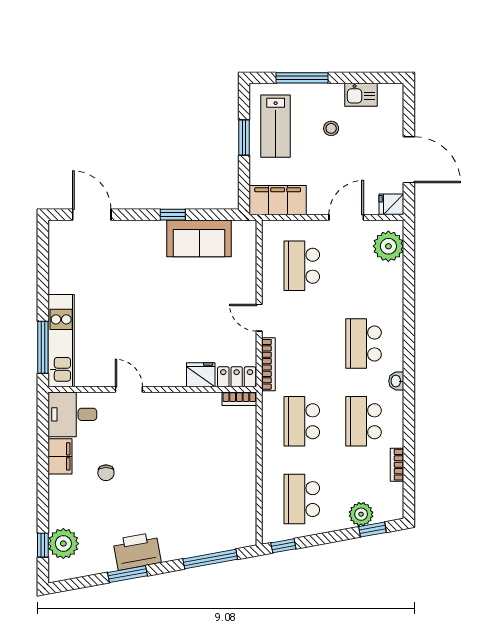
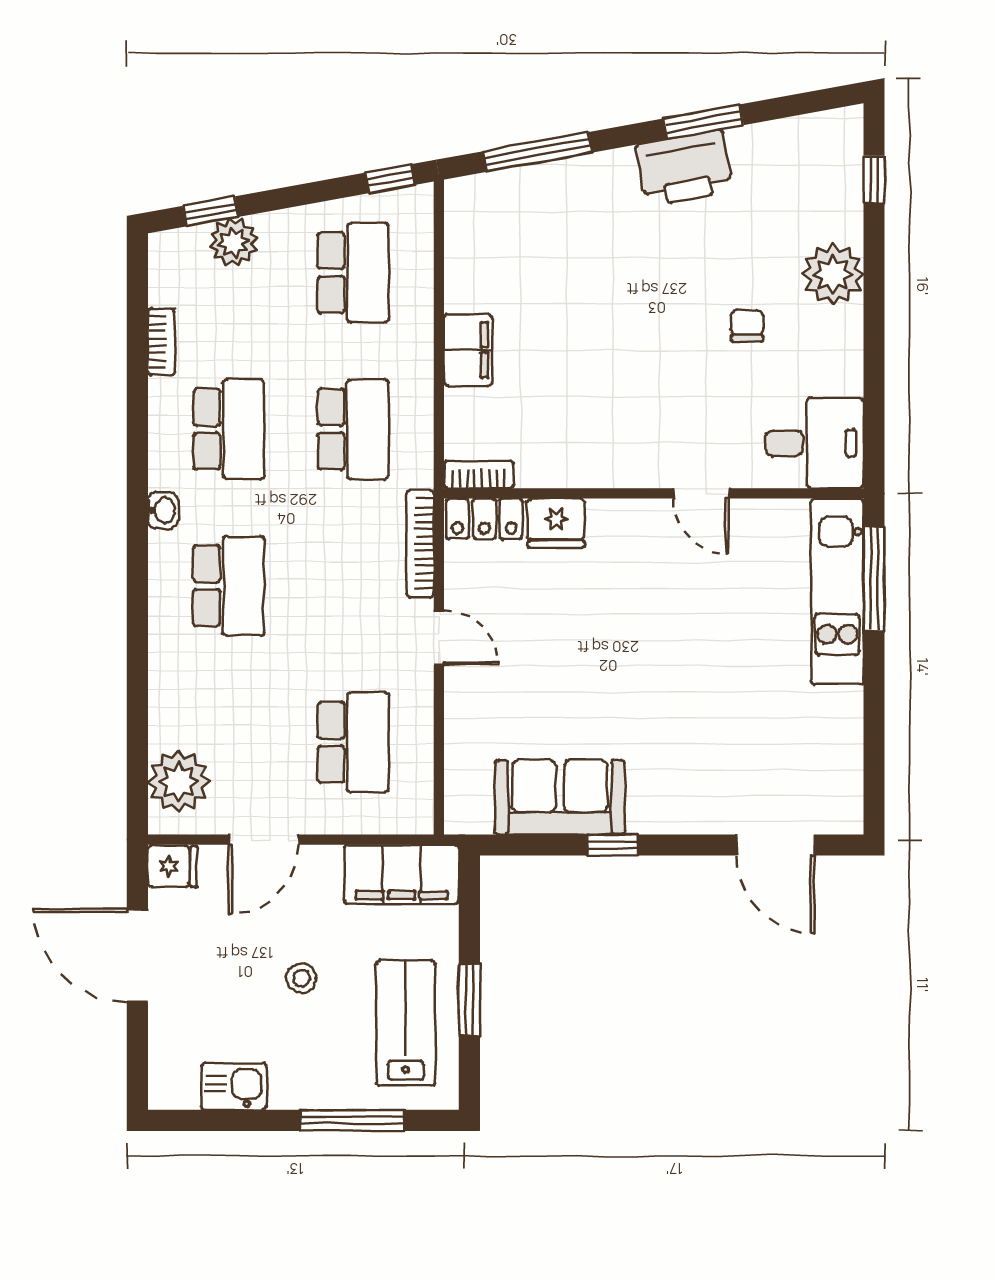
stool: (331, 128) -> (301, 978), moved
filing cabinet: (60, 456) -> (468, 350), moved, turned 180
plant: (63, 544) -> (833, 274), moved

